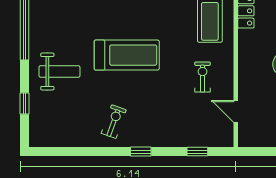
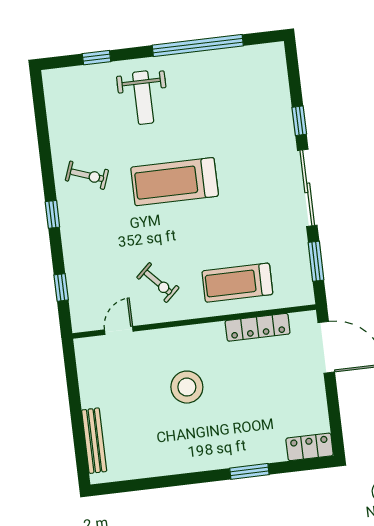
treadmill: (127, 55) -> (175, 182), turned 90
exercise bike: (203, 77) -> (158, 283), turned 47

